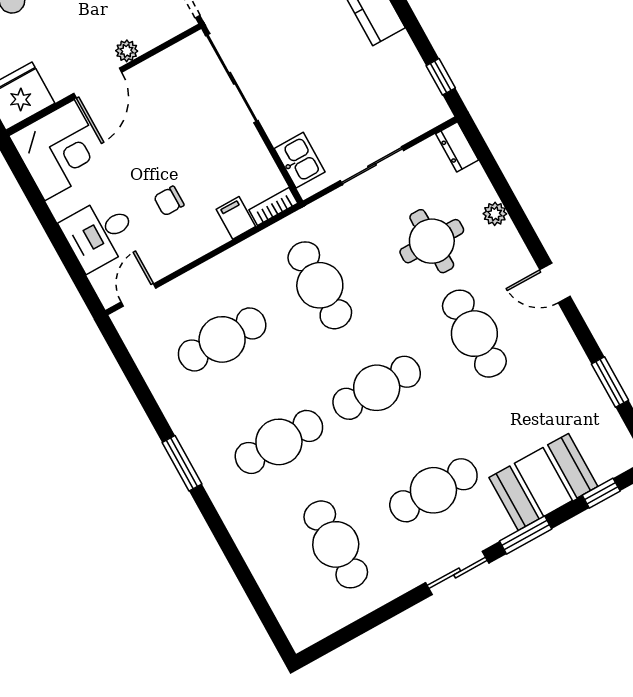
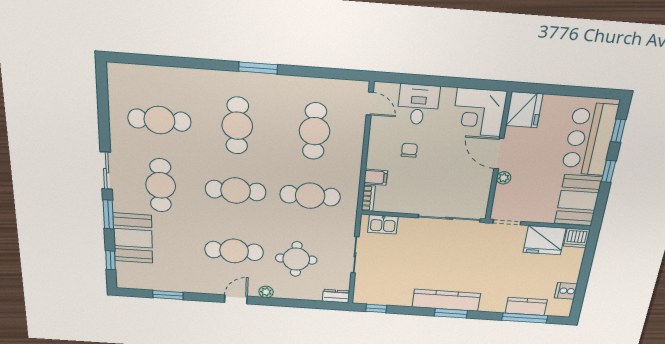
plant: (495, 214) -> (266, 292), moved
cafe table: (377, 388) -> (236, 191), turned 90

